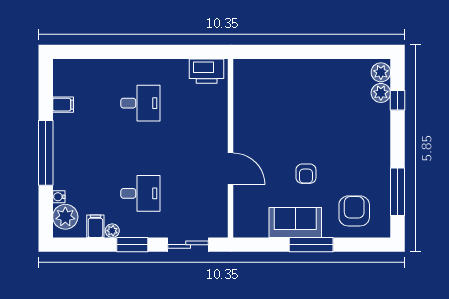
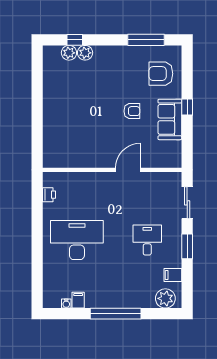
printer: (207, 71) -> (49, 195), width x0.53, depth x0.68
plant: (381, 72) -> (85, 53), moved
desk: (140, 103) -> (77, 240), width x1.87, depth x1.30
water cooler: (59, 197) -> (66, 303), moved
plant: (112, 231) -> (176, 262), removed
window: (311, 245) -> (187, 107), width x0.46

